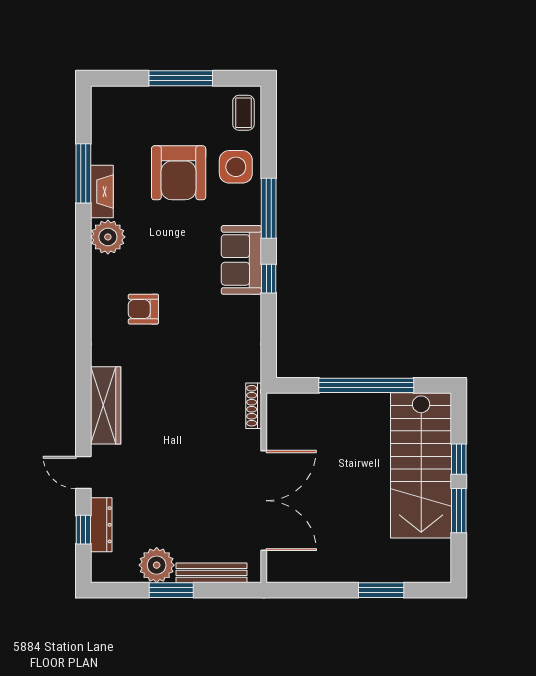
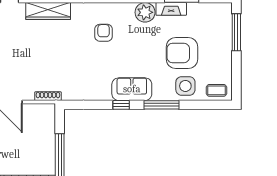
window: (181, 78) -> (236, 32), moved

